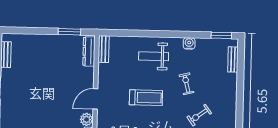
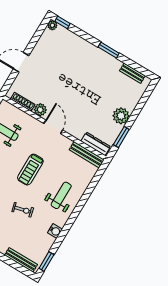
plant: (50, 43) -> (121, 116), added
bench: (104, 49) -> (87, 155), width x1.36
bench: (233, 59) -> (21, 260), width x1.36

